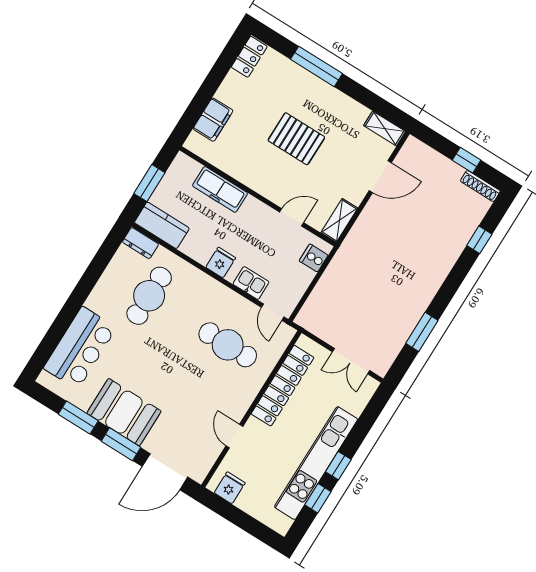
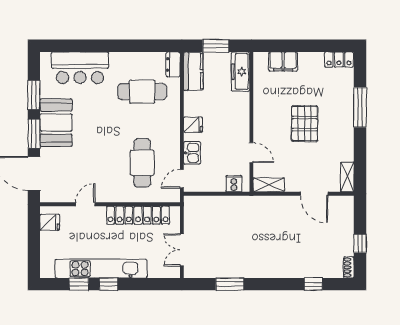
shoe rack: (480, 186) -> (349, 267), width x0.70
freezer: (220, 189) -> (240, 72), moved

